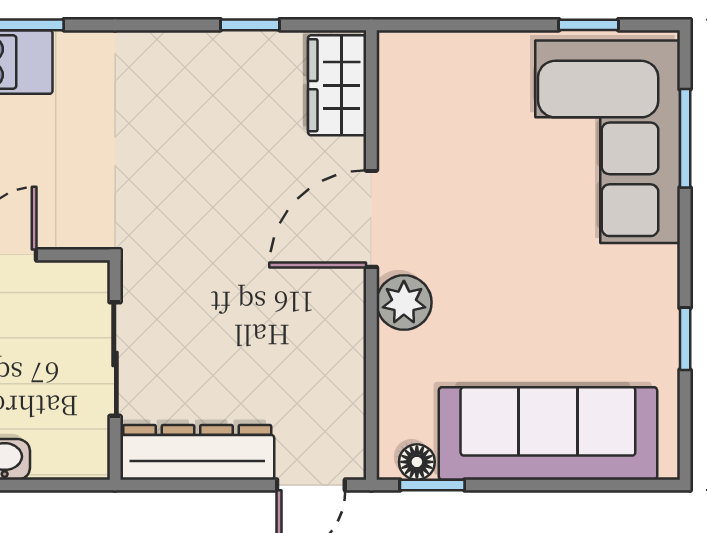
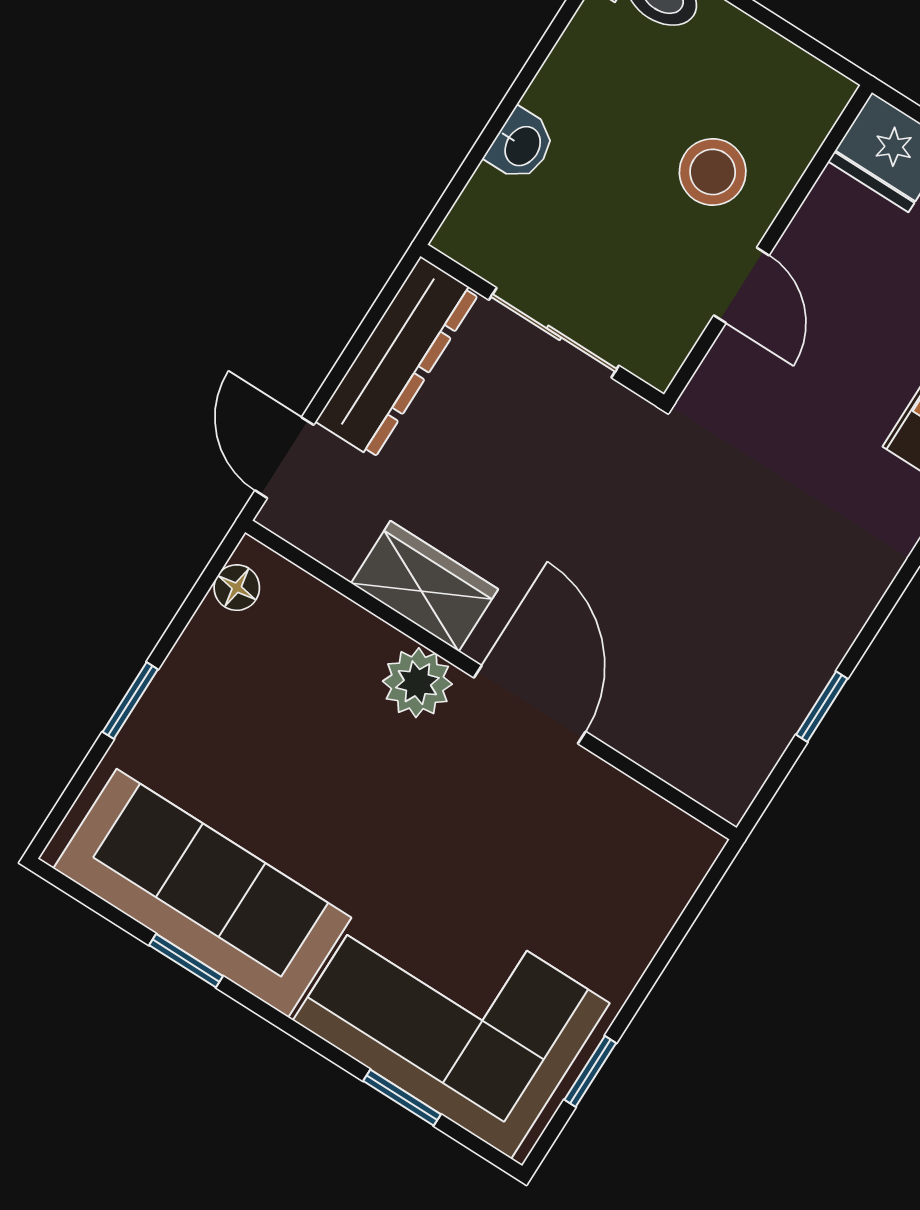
wardrobe: (337, 85) -> (425, 586), moved
window: (685, 138) -> (402, 1098), width x0.67
sofa: (548, 433) -> (202, 893), moved, turned -90
window: (432, 485) -> (130, 701), moved

